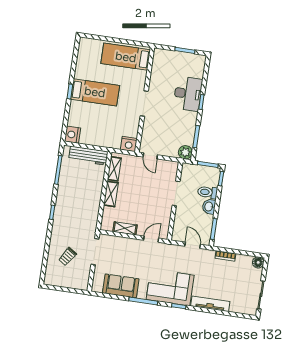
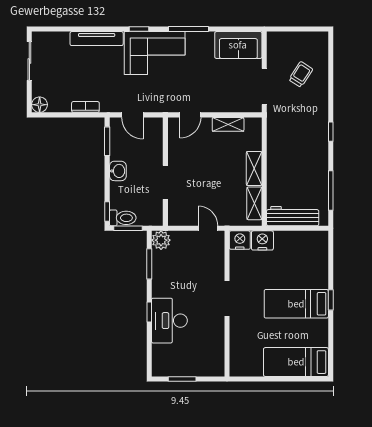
bed: (126, 57) -> (296, 362), moved, turned 180
nightstand: (72, 135) -> (262, 240), moved, turned -90
toilet: (208, 192) -> (123, 218), moved
sofa: (121, 286) -> (238, 45), moved

